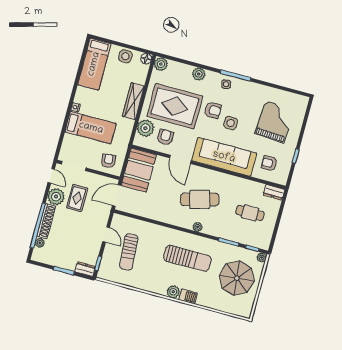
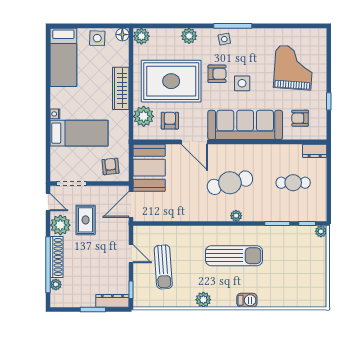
dresser: (85, 269) -> (112, 301), width x1.44
parasol: (237, 278) -> (298, 263), removed
plant: (173, 292) -> (203, 300), moved

